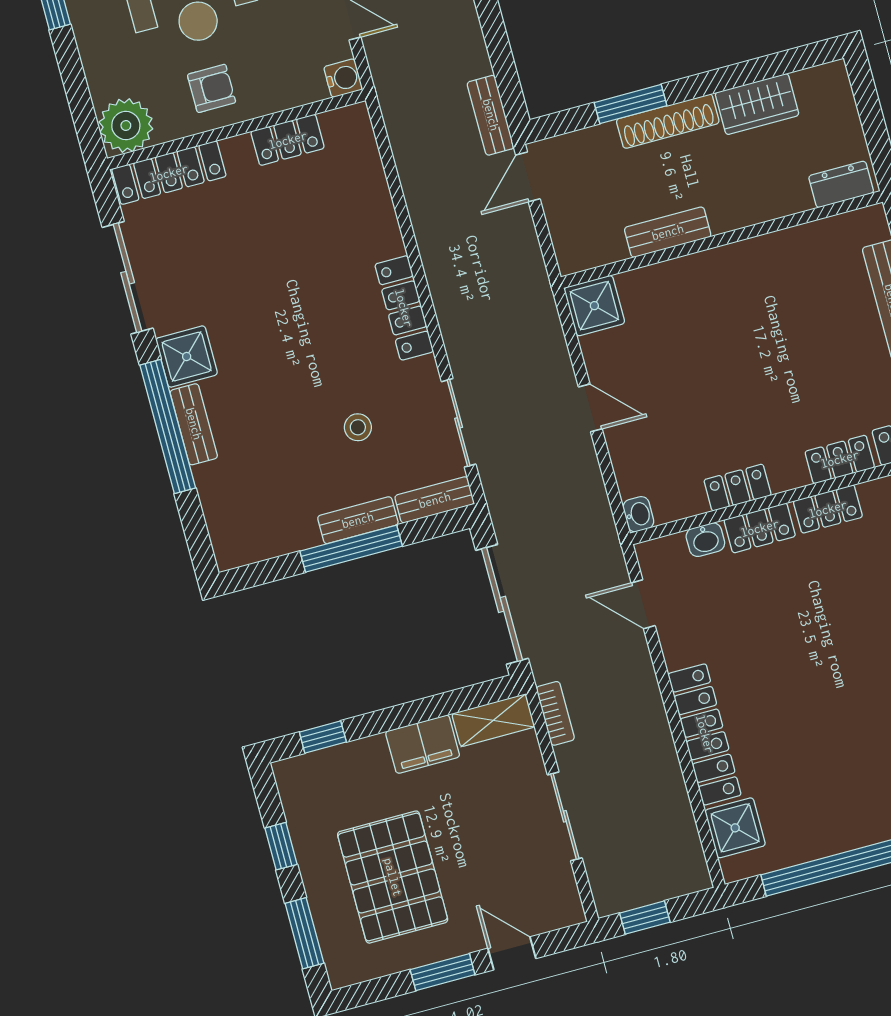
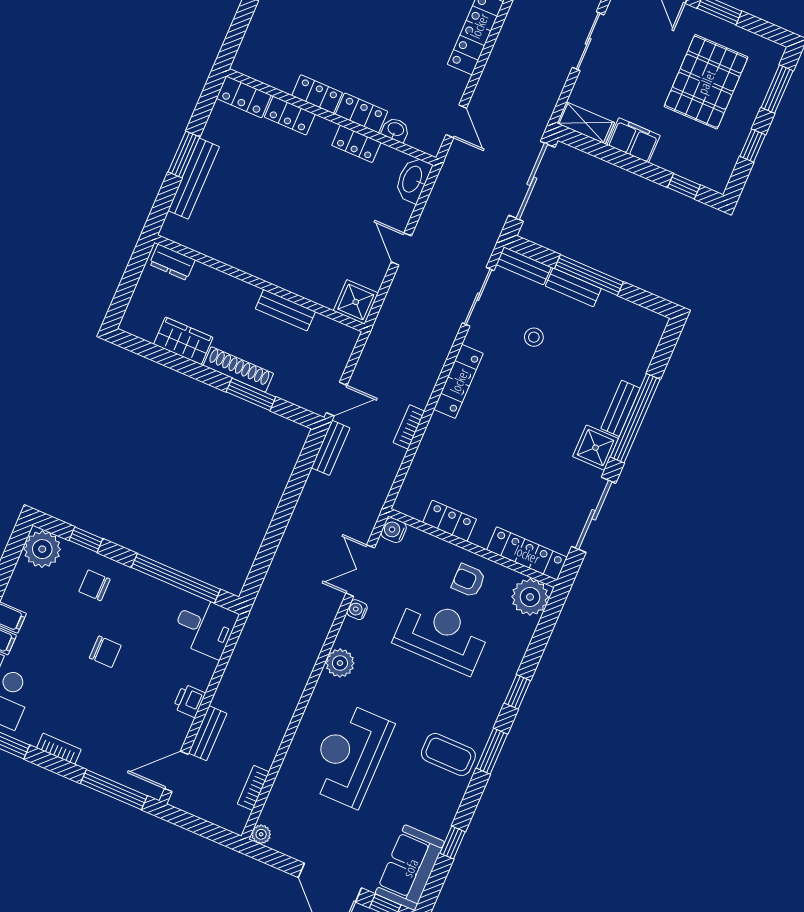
washbasin: (638, 514) -> (413, 180), width x1.91, depth x1.45
bookcase: (555, 713) -> (409, 427), moved

